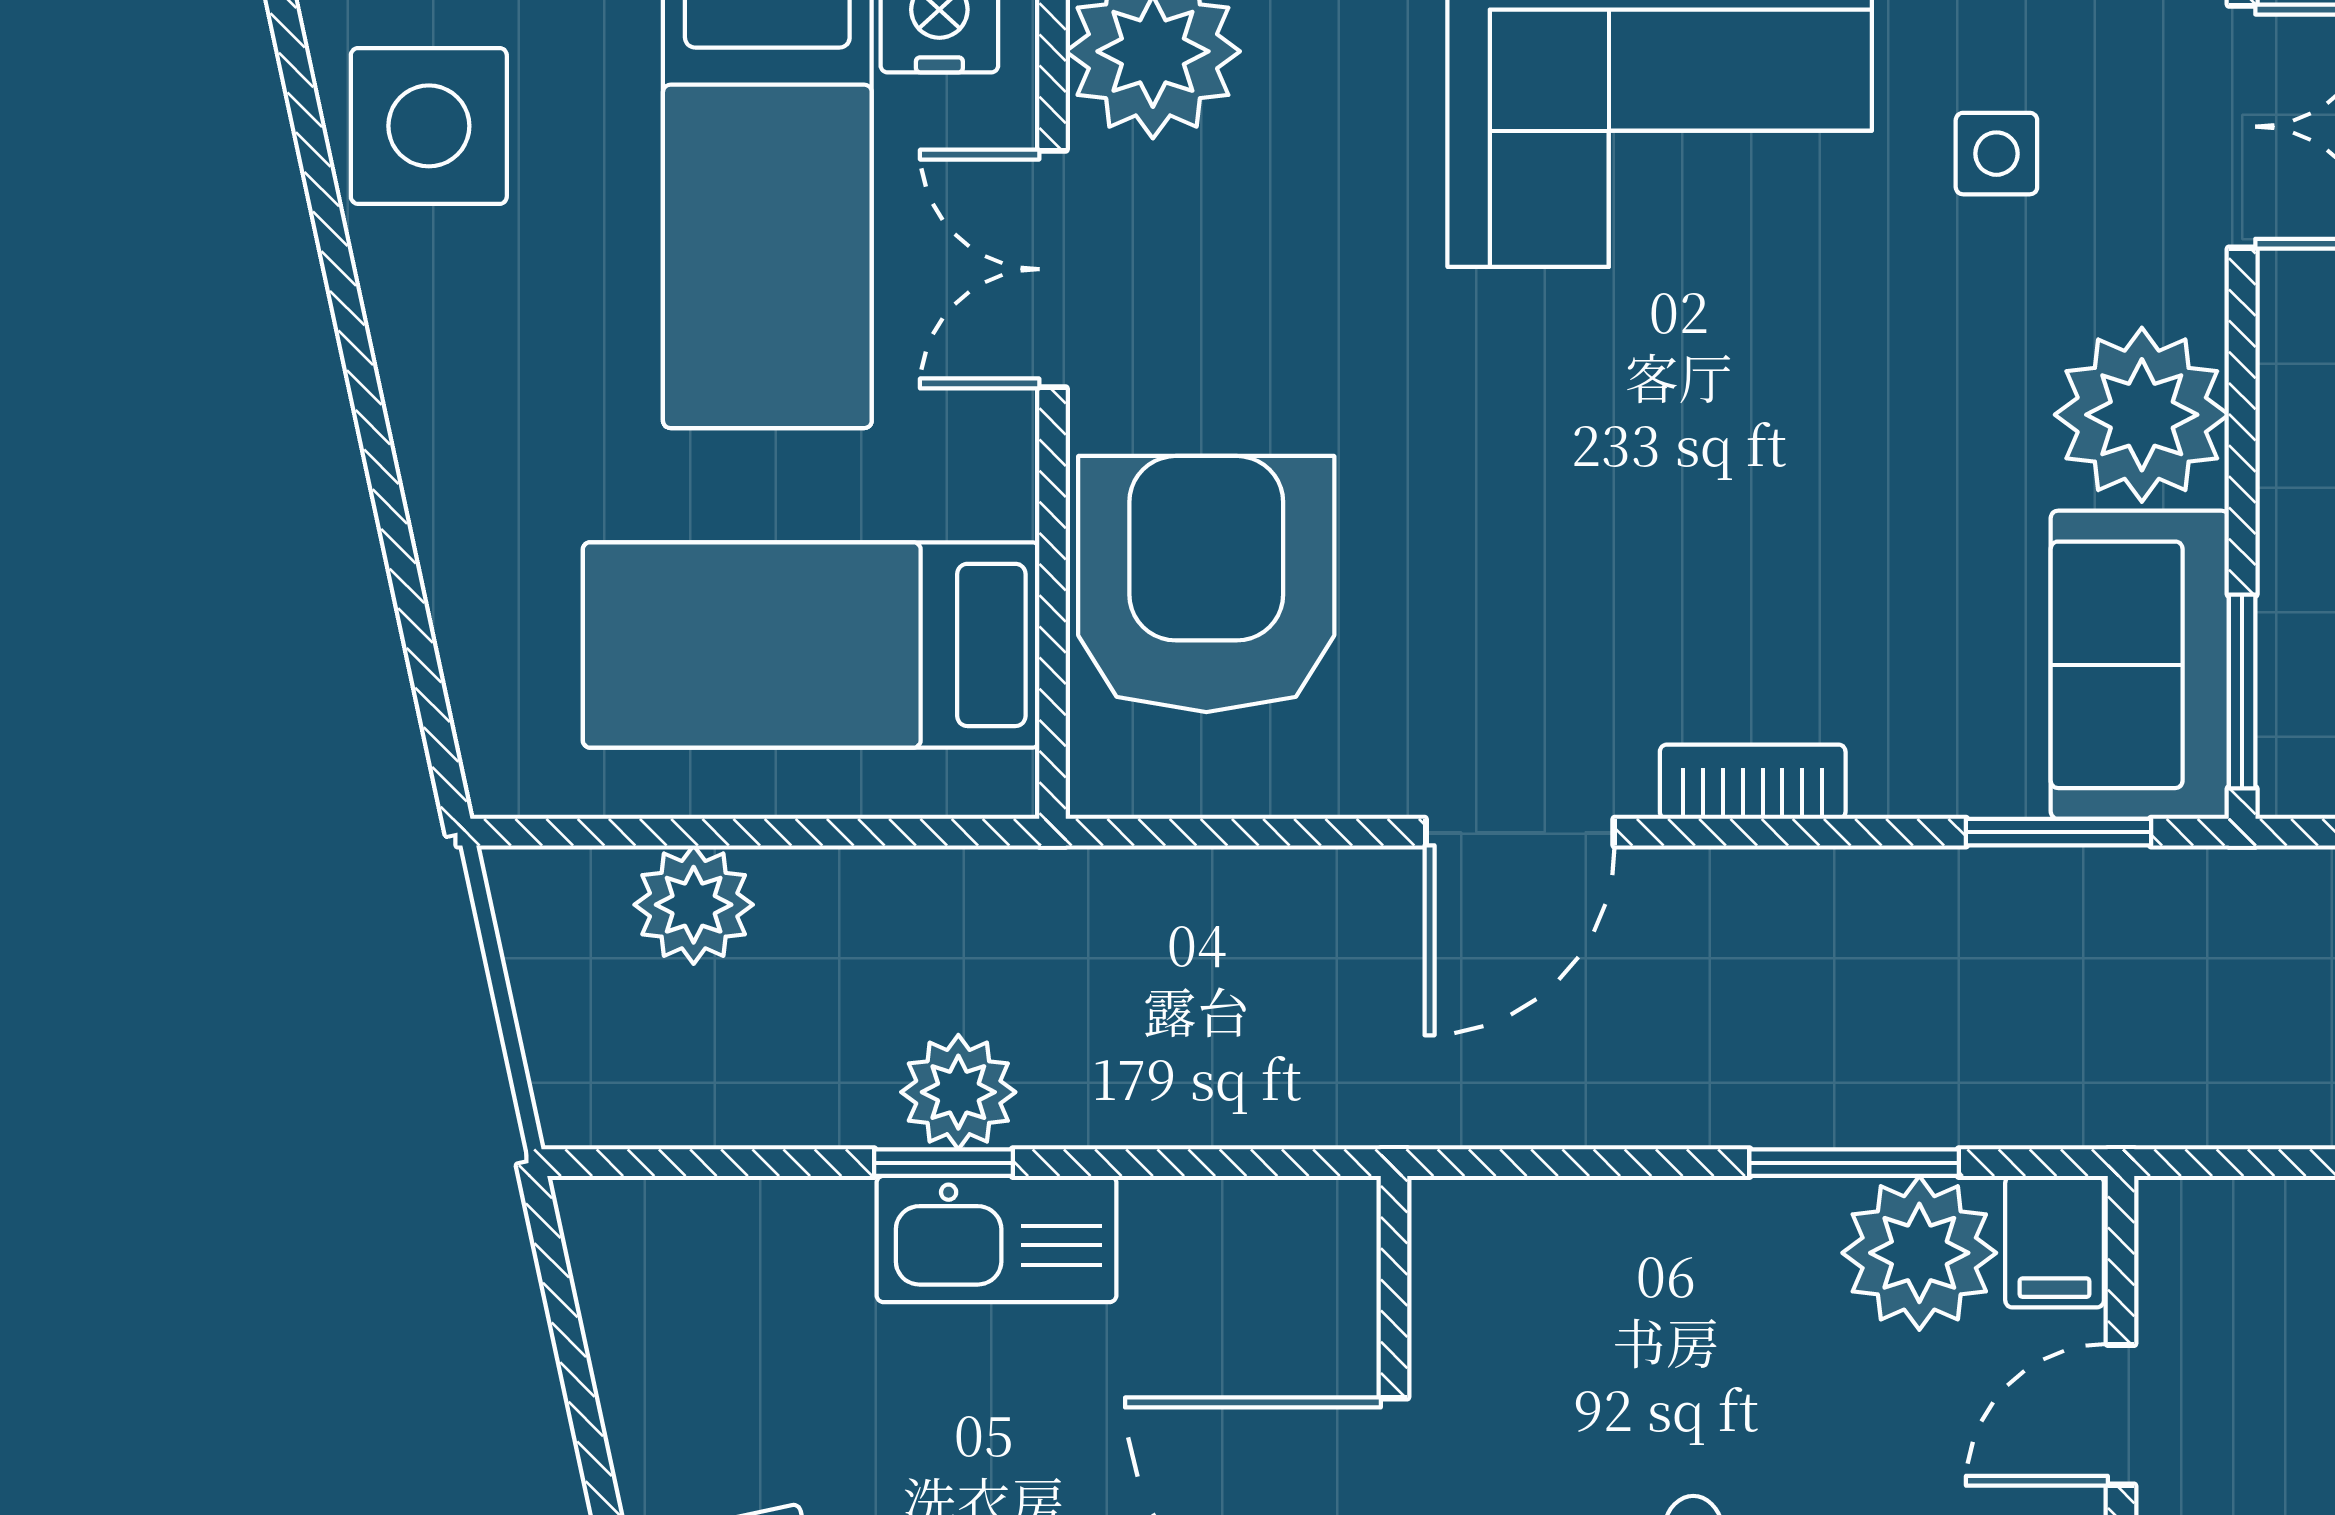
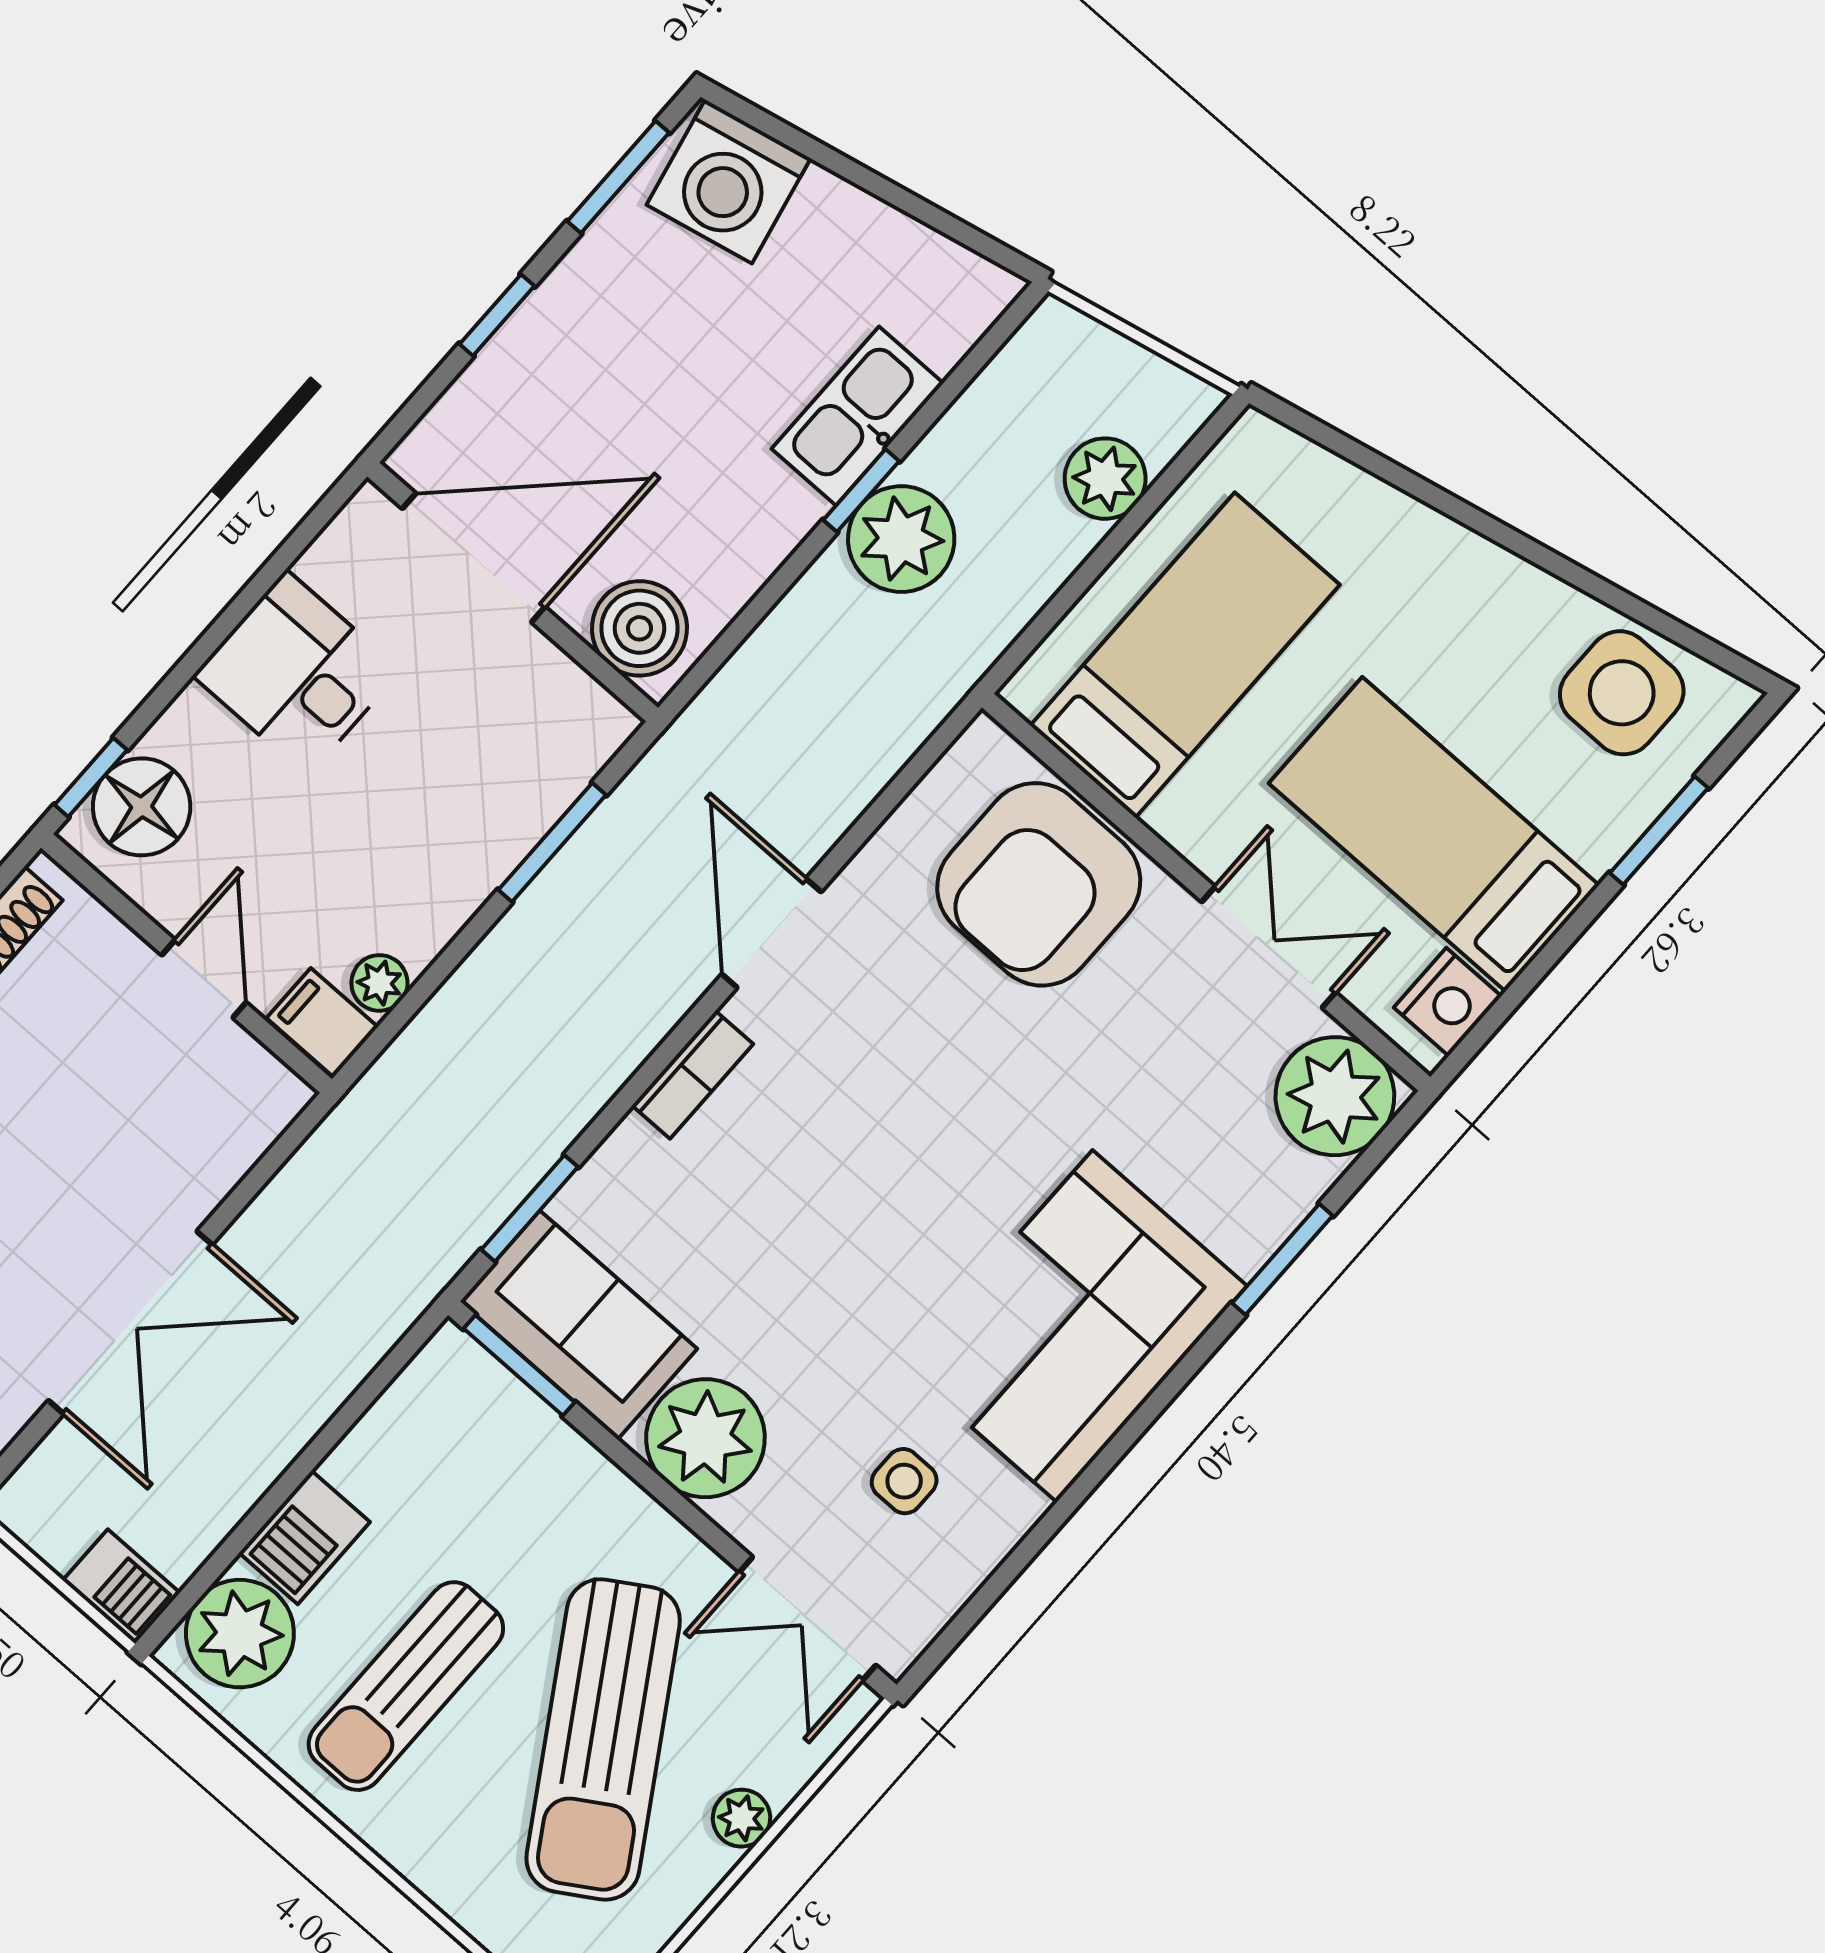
armchair: (1206, 584) -> (1039, 884), turned 90
plant: (958, 1092) -> (901, 539), width x1.36, depth x1.36
window: (1854, 1163) -> (552, 842), moved
kitchen sink: (997, 1239) -> (857, 416), moved
plant: (1919, 1253) -> (379, 983), width x0.53, depth x0.53
boiler: (1311, 1274) -> (639, 628), added

